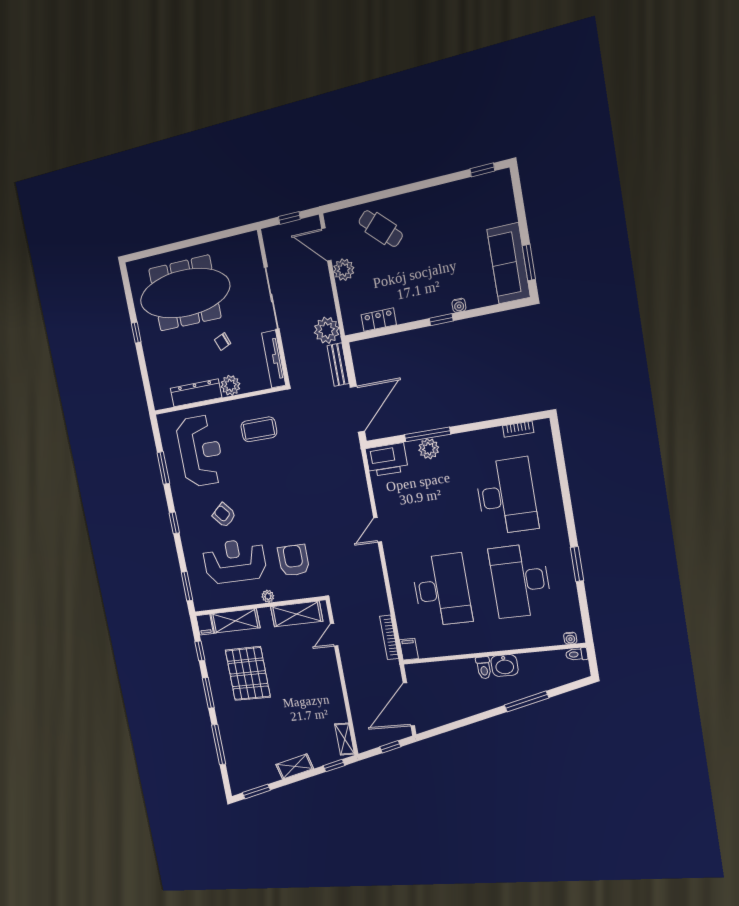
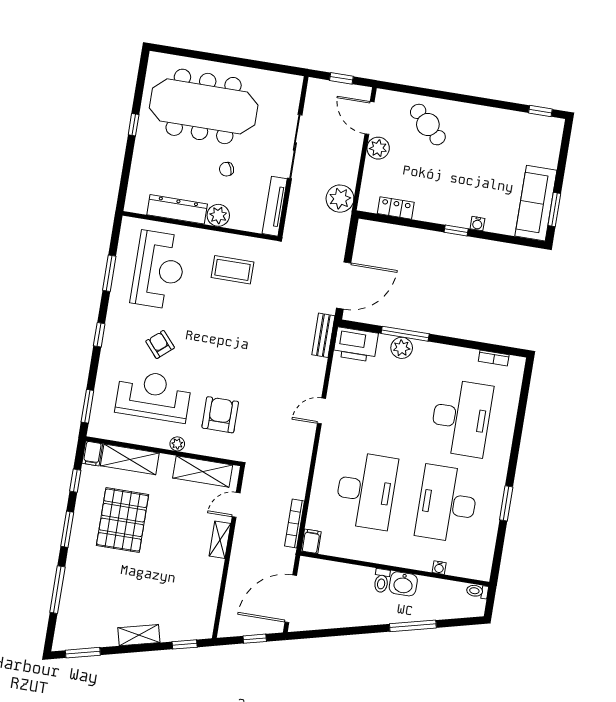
bench: (338, 365) -> (323, 335), moved
water cooler: (570, 638) -> (439, 568), moved
shelving: (345, 739) -> (220, 540), moved

